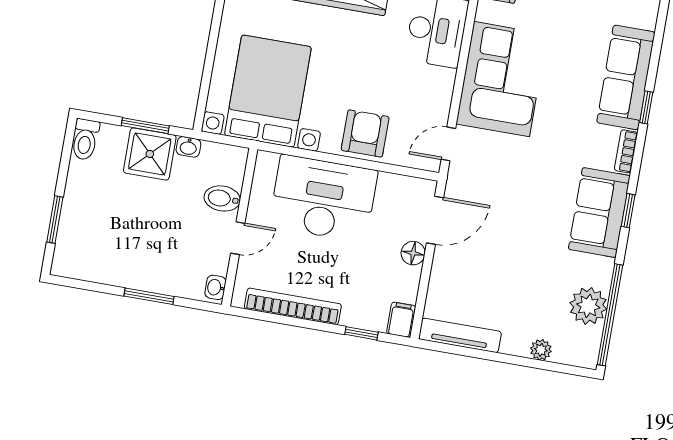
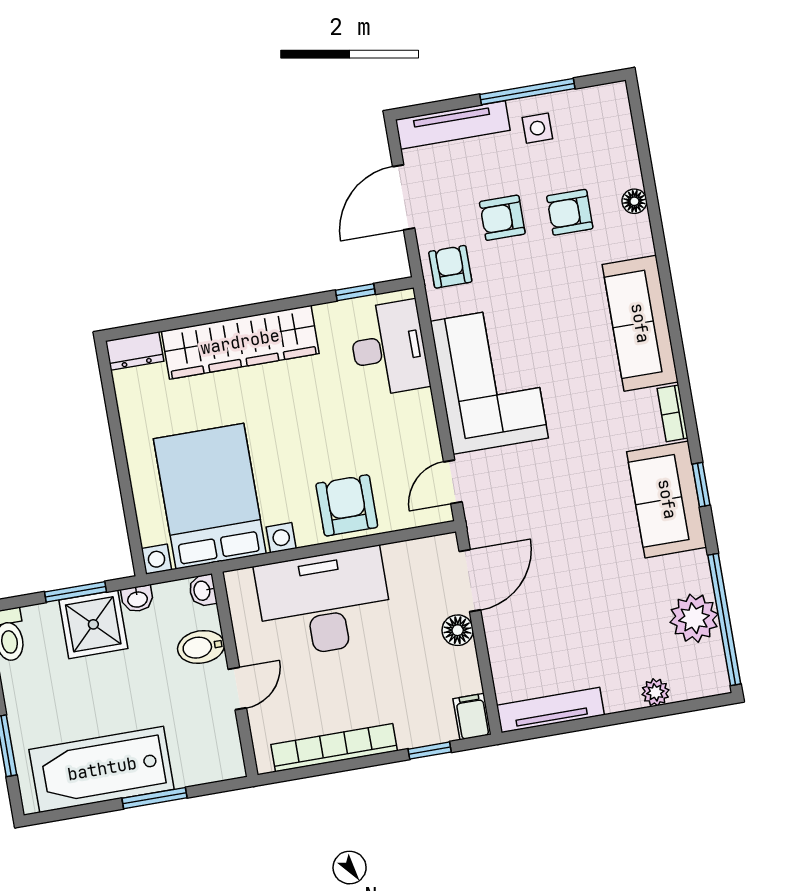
window: (646, 107) -> (678, 351), removed
bathtub: (118, 262) -> (102, 769), added
washbasin: (215, 287) -> (203, 591), moved

